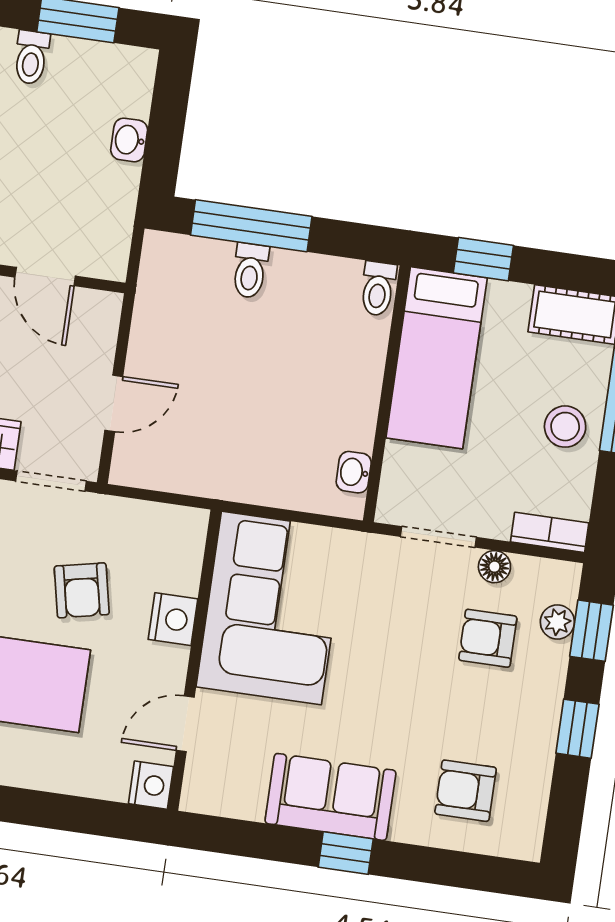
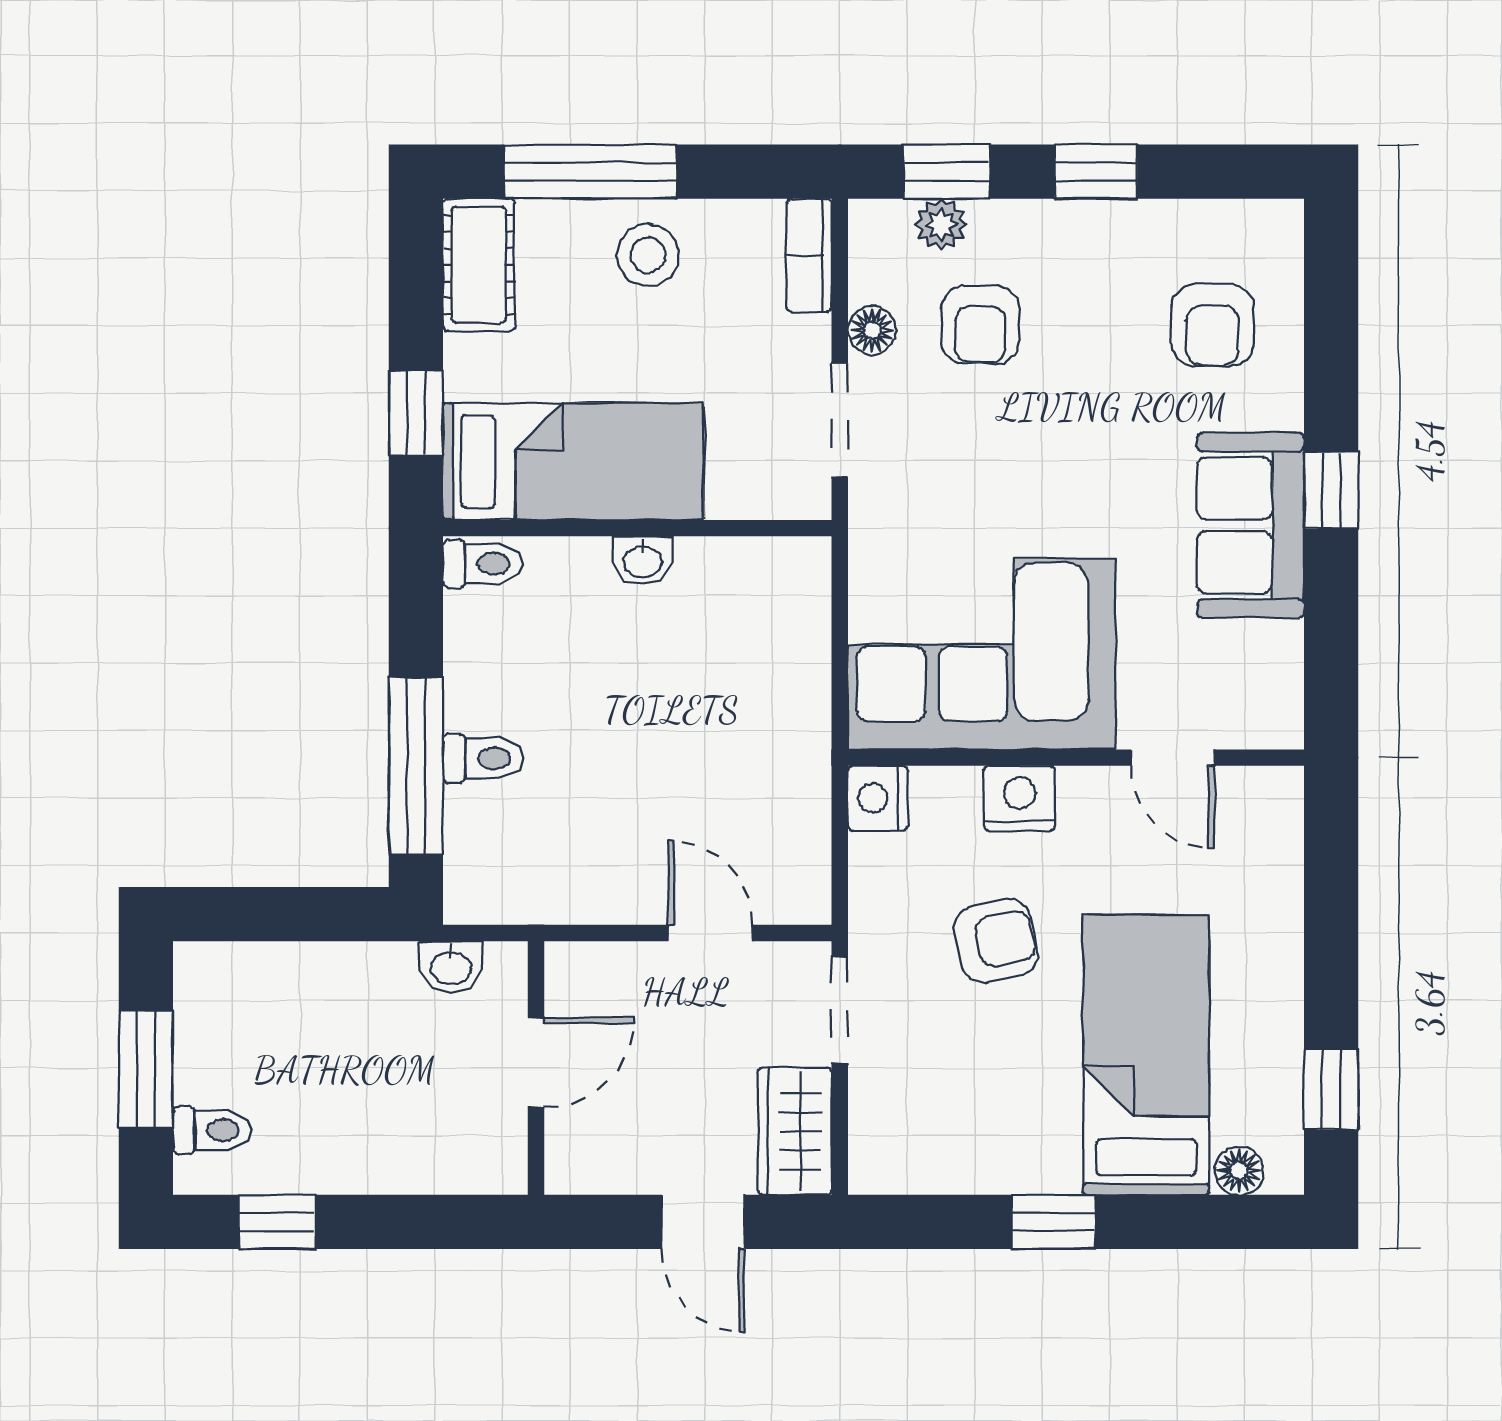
washbasin: (129, 140) -> (451, 967), moved
washbasin: (354, 472) -> (643, 560), moved
nightstand: (151, 785) -> (878, 798), moved, turned -90

